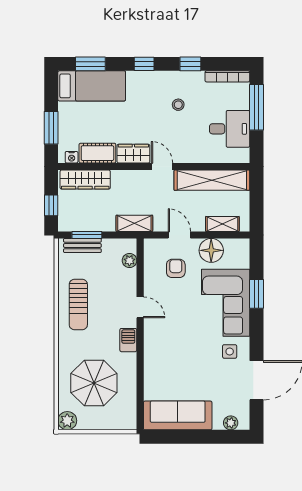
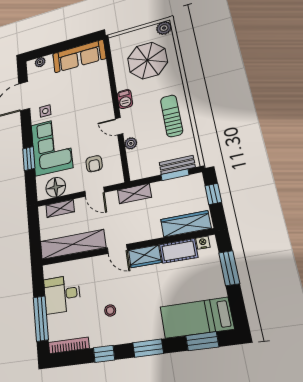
window: (144, 64) -> (148, 348), width x1.50
floor lamp: (211, 250) -> (56, 187), moved
plant: (129, 261) -> (131, 143), moved

